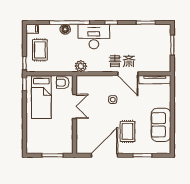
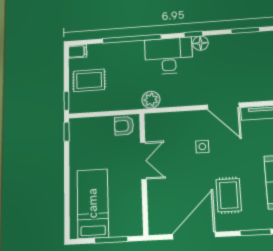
floor lamp: (65, 29) -> (200, 43), moved
rug: (40, 50) -> (89, 80), turned 90
bed: (41, 97) -> (93, 203), moved, turned 180

